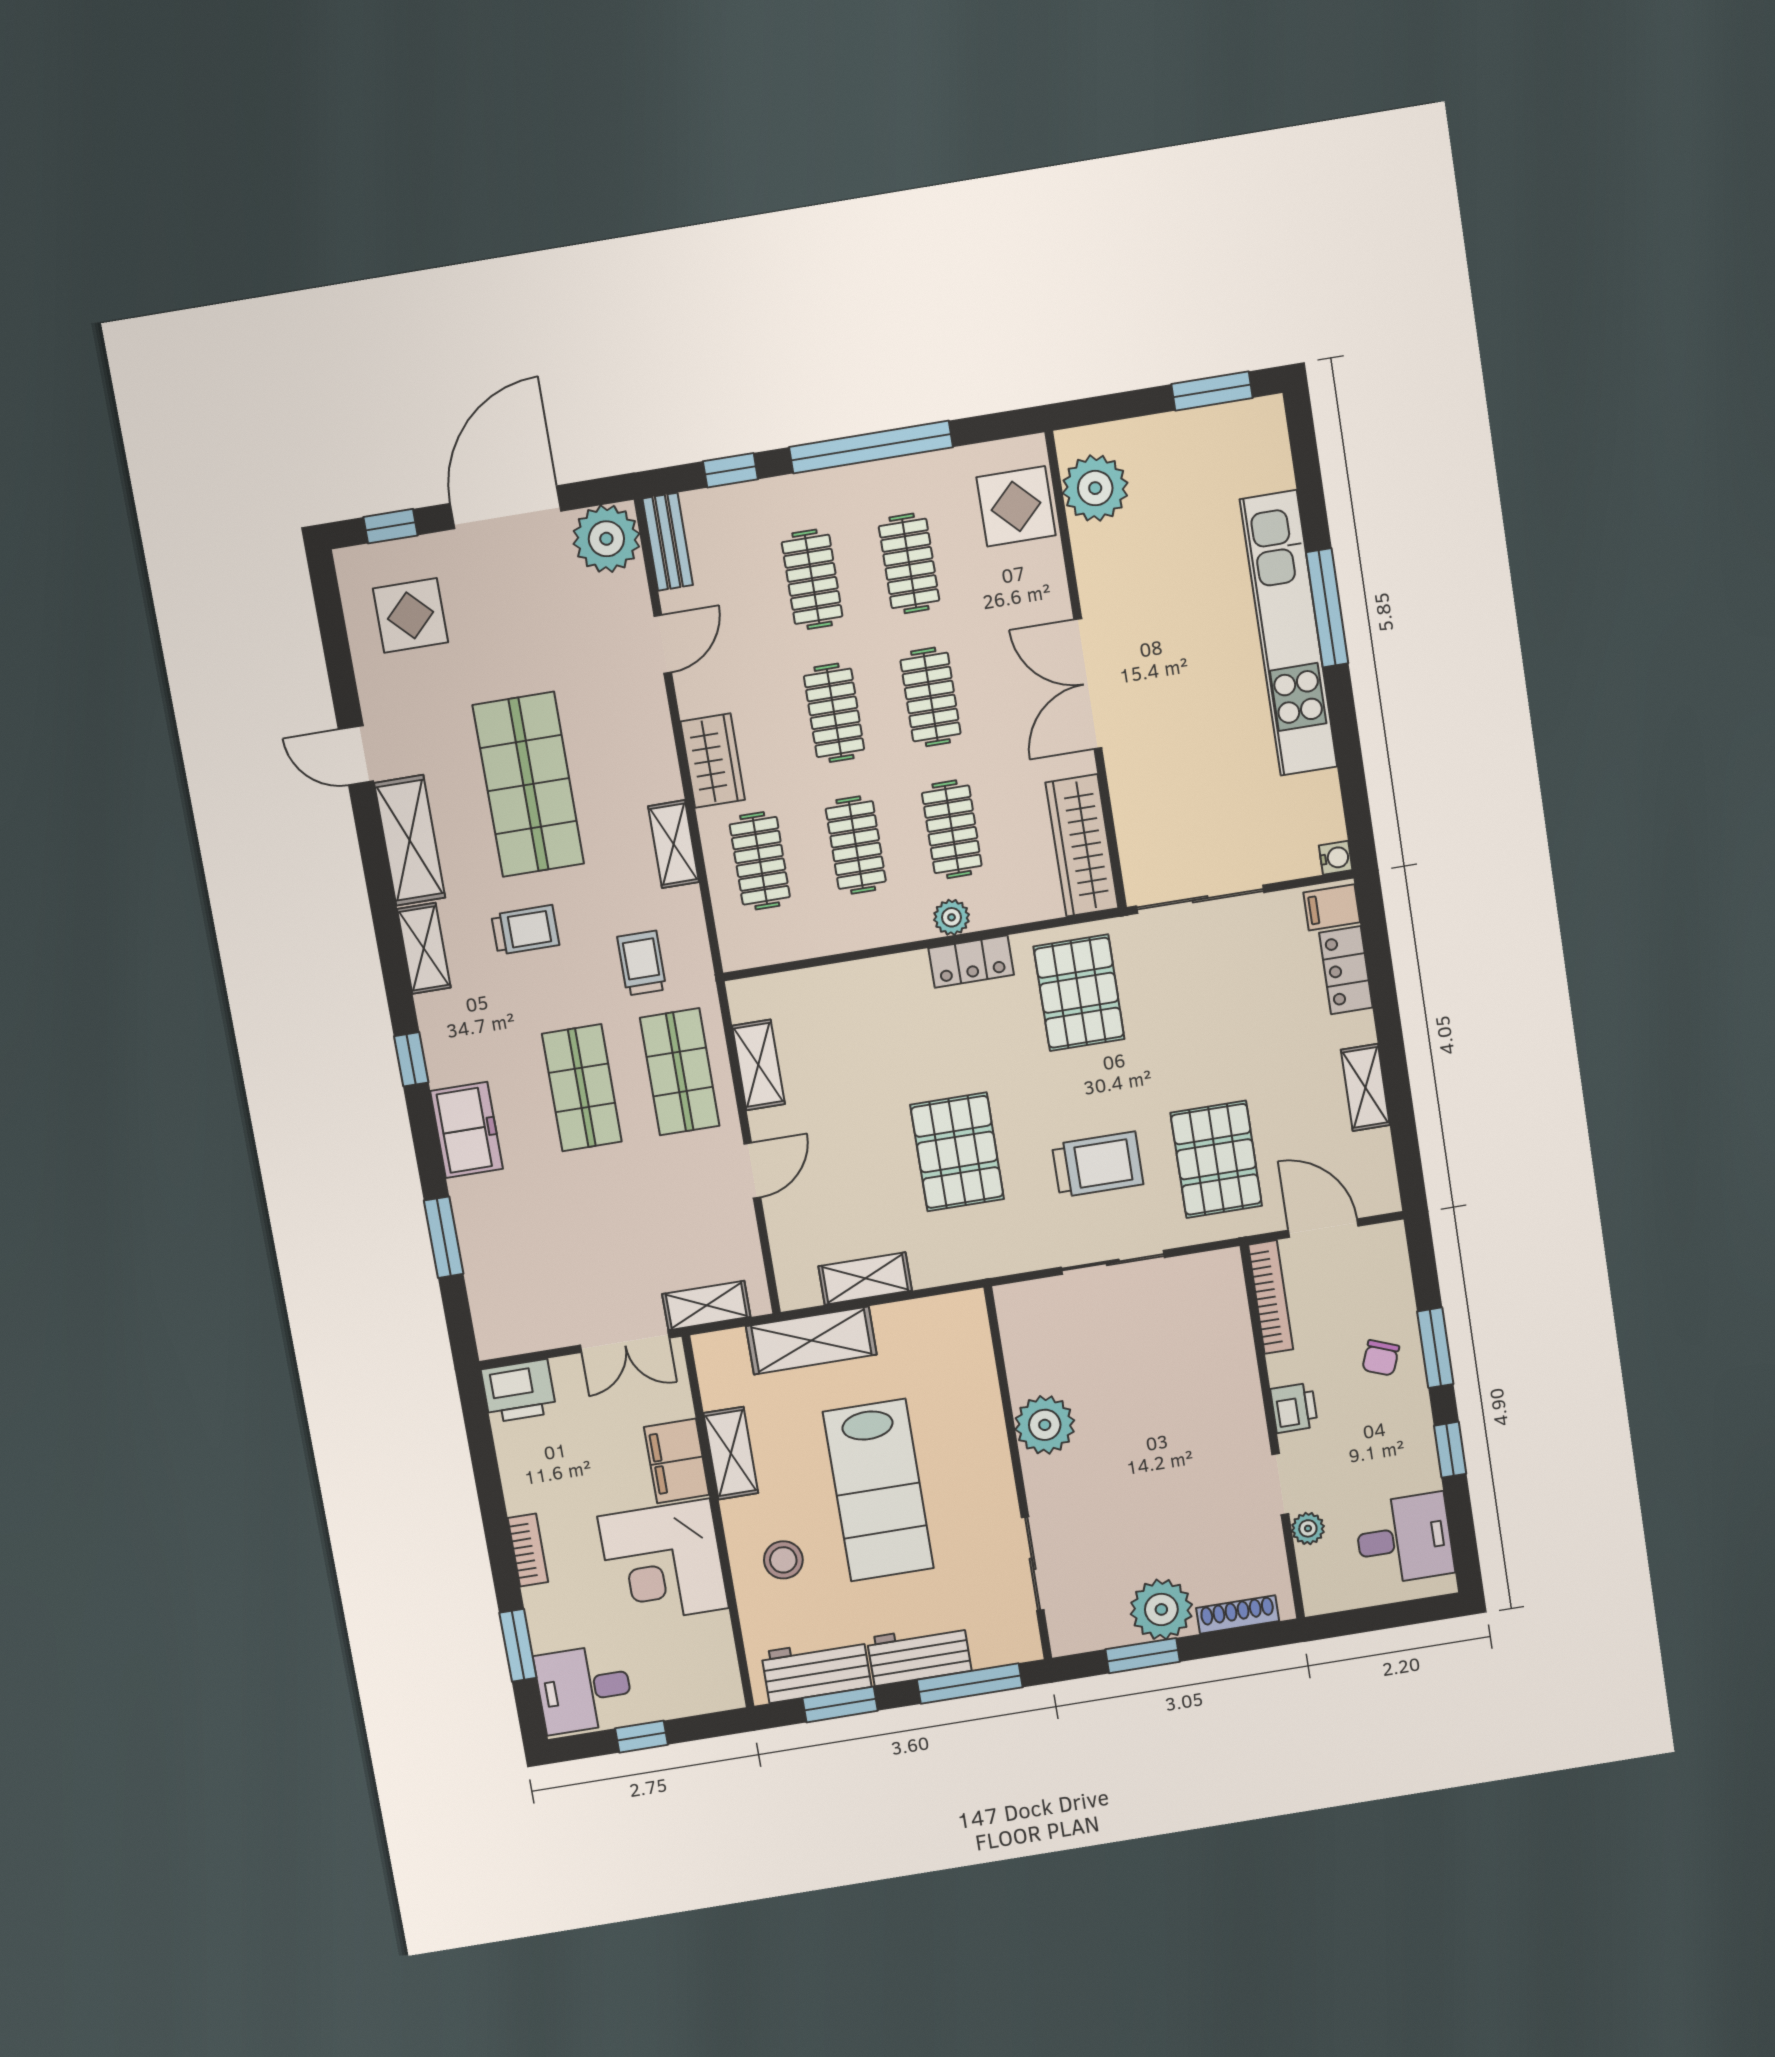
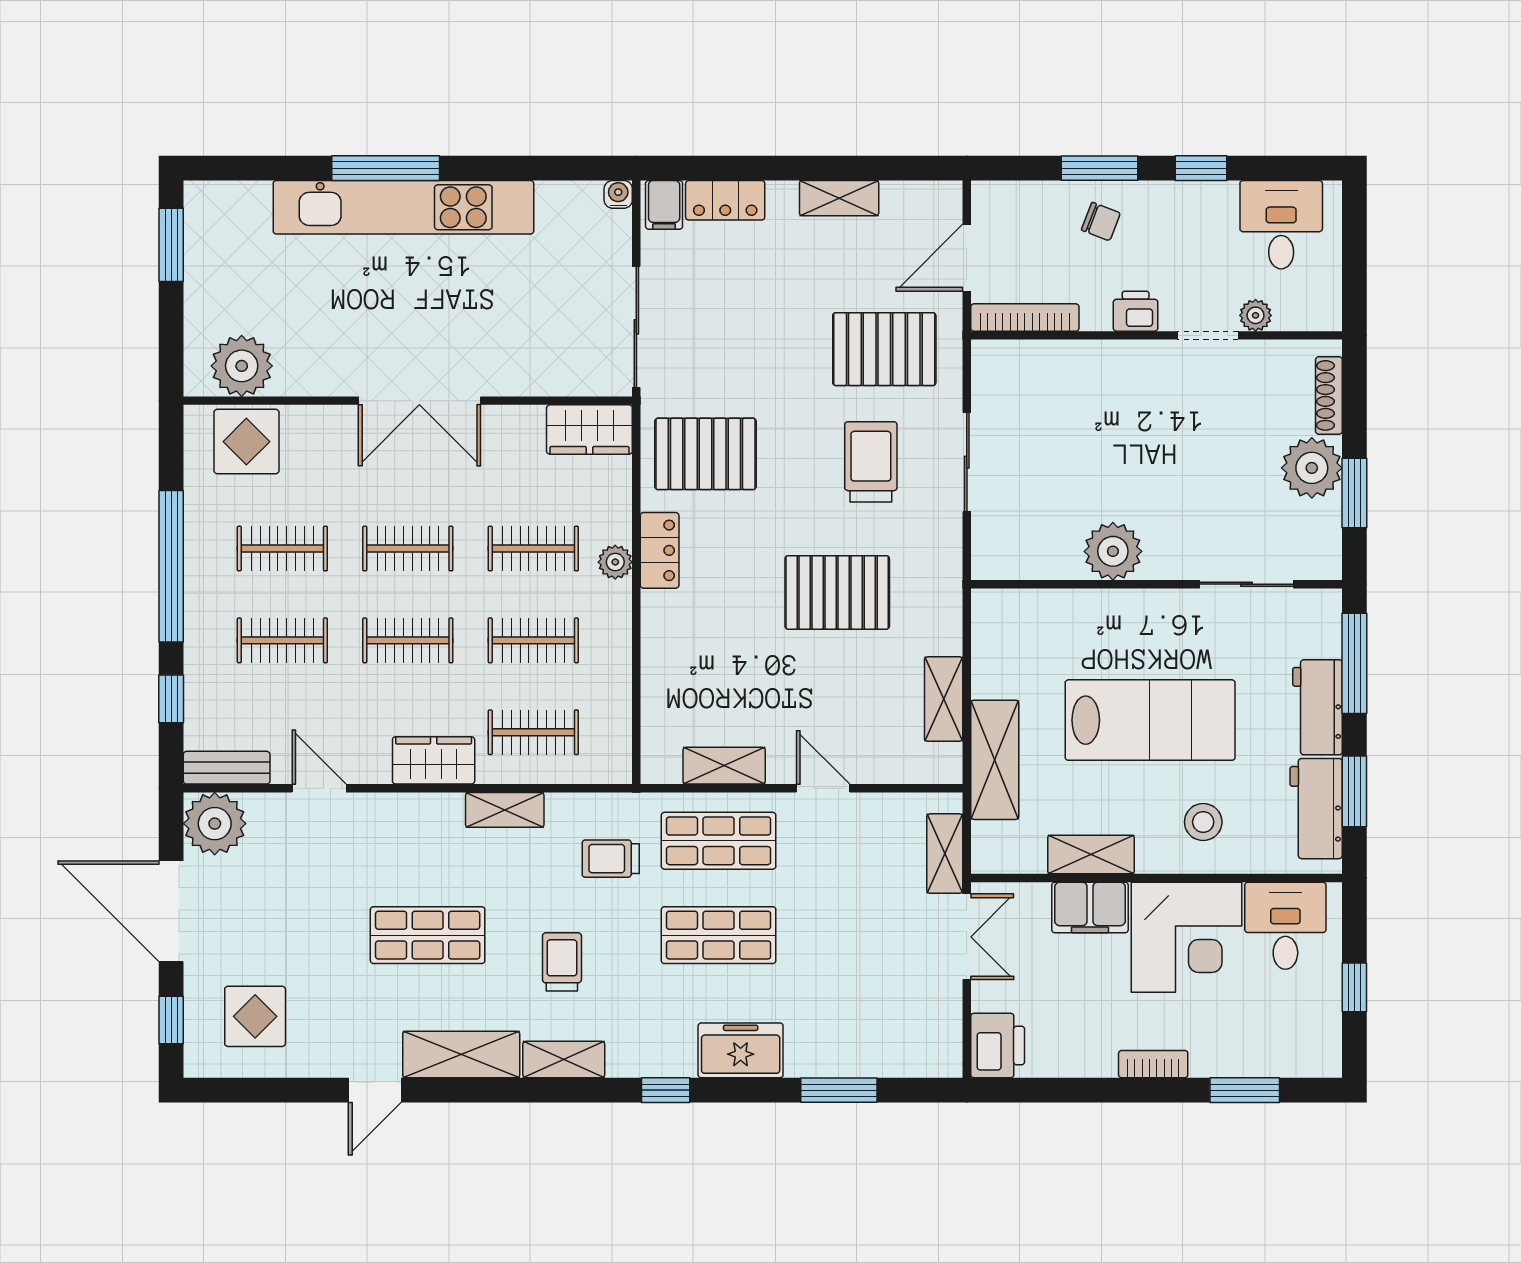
shop shelf: (528, 784) -> (428, 935), width x0.70, depth x0.74
wardrobe: (1082, 845) -> (589, 430), width x0.67
desk: (584, 1689) -> (1285, 926), moved, turned 180

